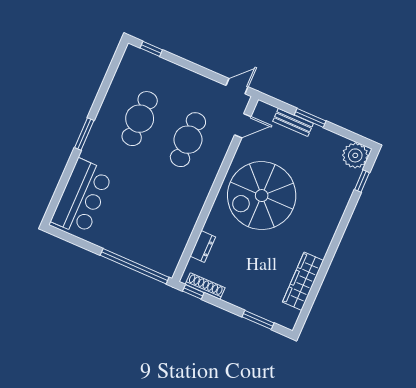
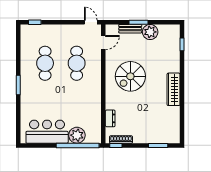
door: (237, 86) -> (91, 22), hinge flipped
plant: (355, 155) -> (150, 32), moved
spiral stairs: (262, 196) -> (130, 76), width x0.73, depth x0.73
bar counter: (82, 197) -> (47, 132), moved, turned -90
plant: (141, 250) -> (77, 135), added
wardrobe: (303, 281) -> (174, 89), moved

